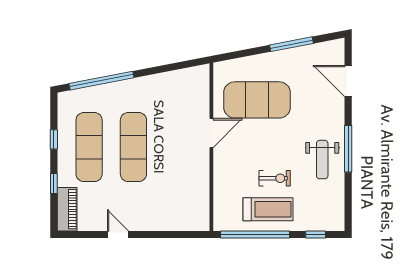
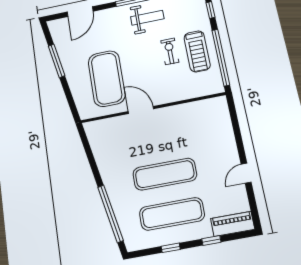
treadmill: (268, 209) -> (197, 51), turned 180

